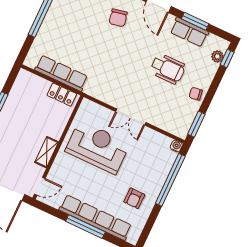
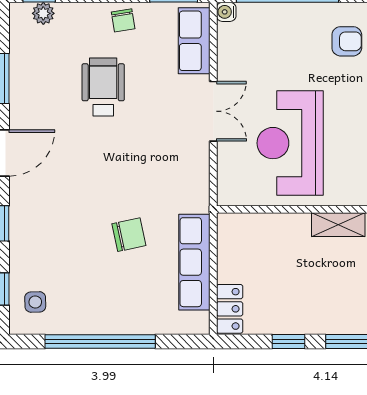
chair: (118, 18) -> (129, 235), moved
row of seats: (189, 32) -> (194, 41), moved, turned 180
locker: (62, 94) -> (230, 309), moved

